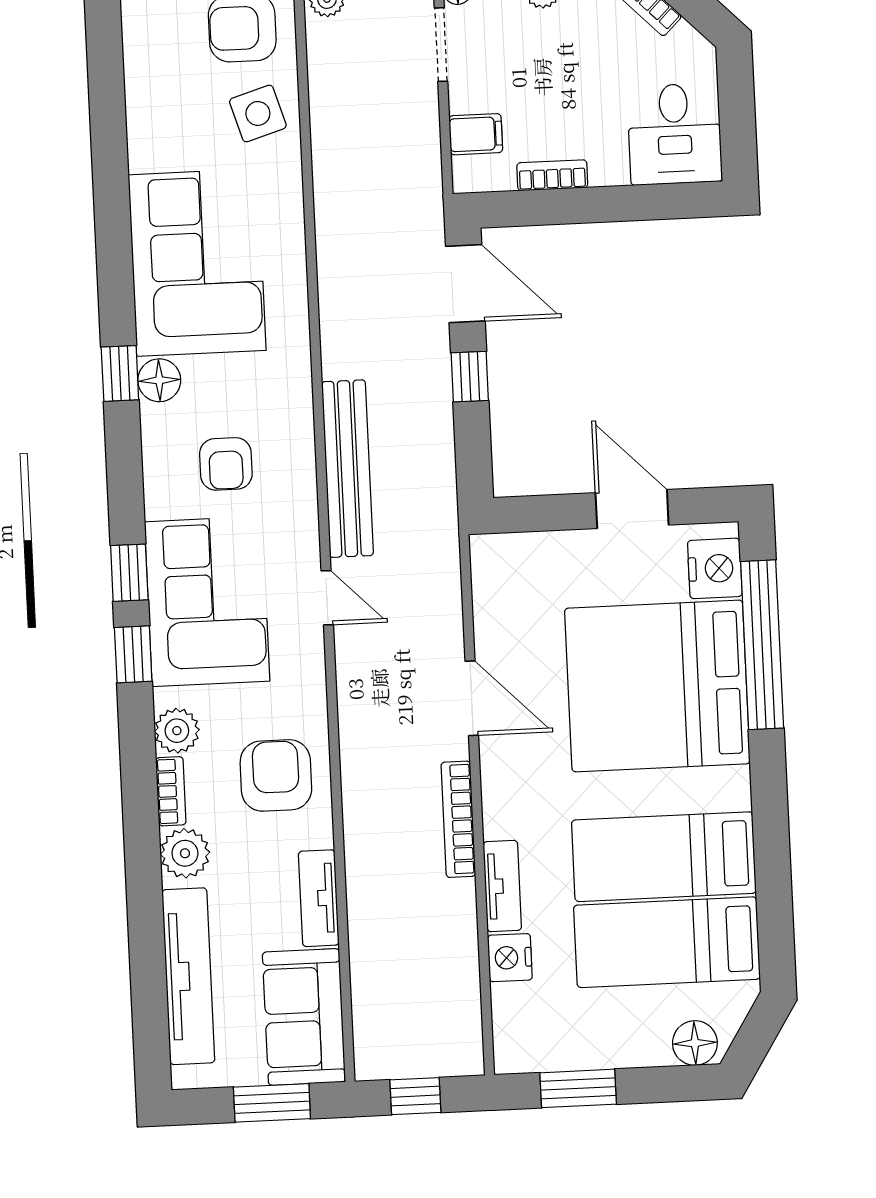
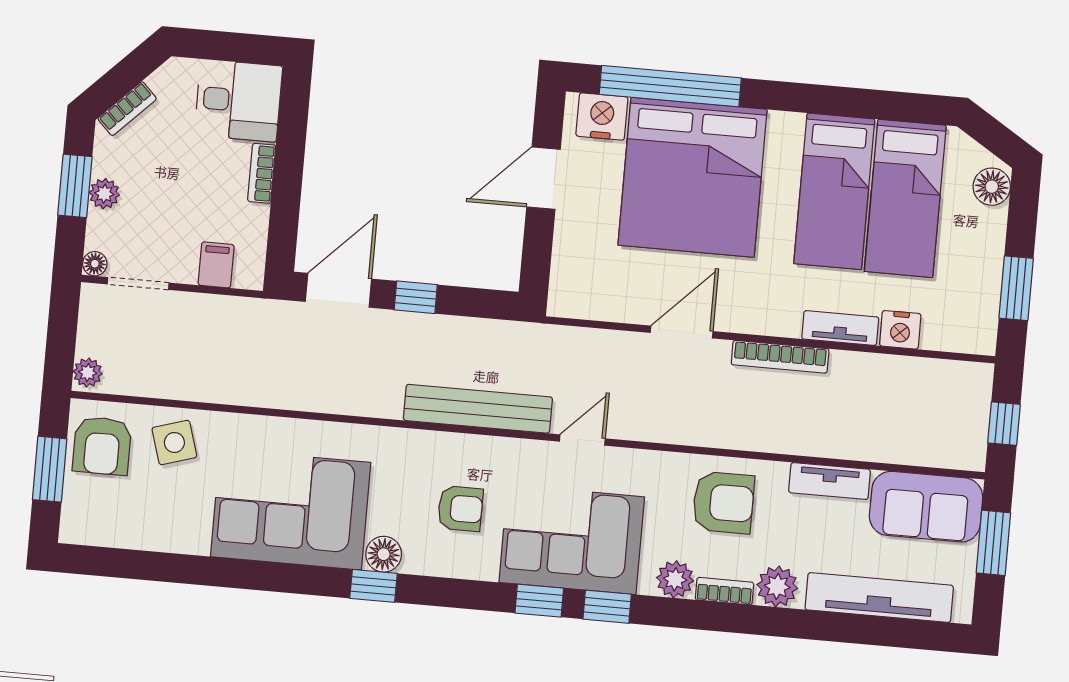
bookcase: (552, 175) -> (262, 173), moved
armchair: (276, 775) -> (723, 503), turned 180

